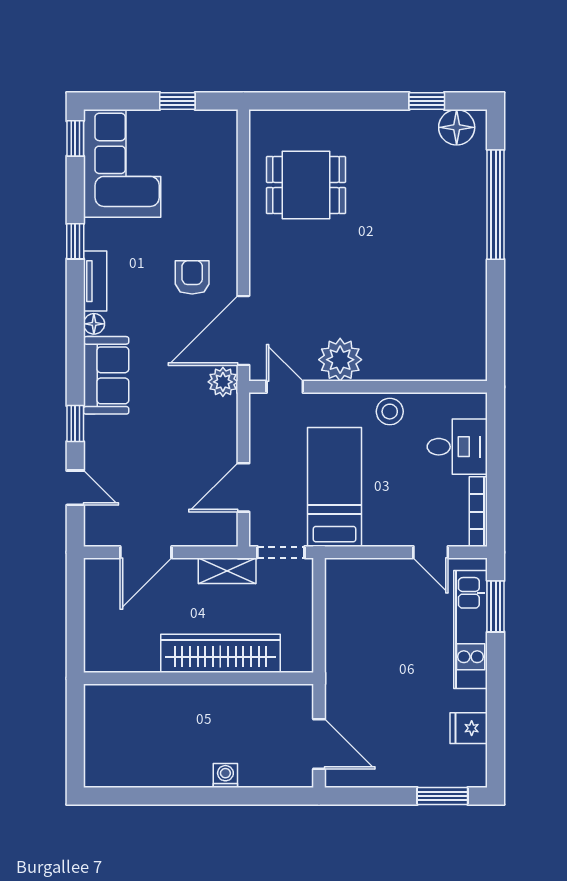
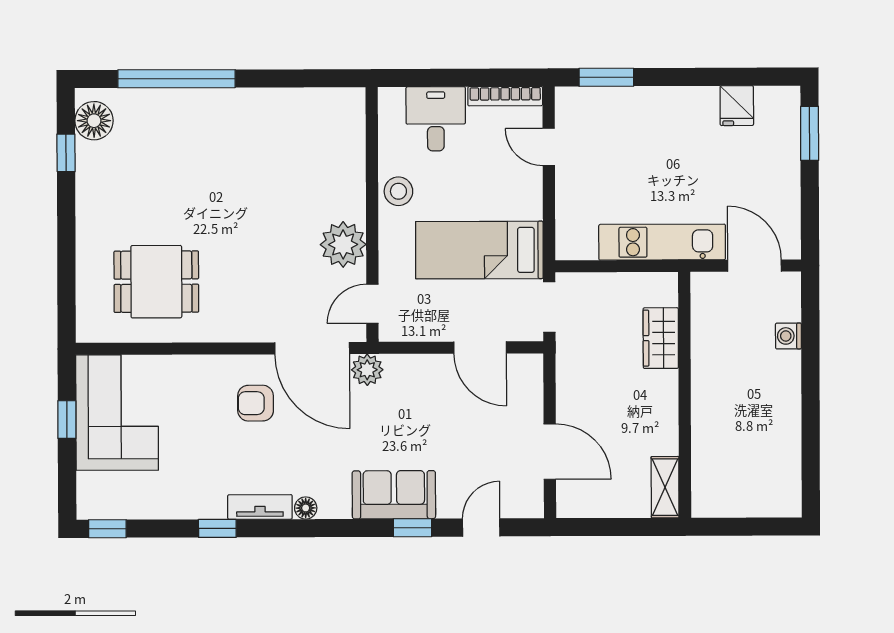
corner sofa: (122, 163) -> (117, 413), moved, turned 90
dining table: (306, 185) -> (156, 282), turned 90
sofa: (106, 375) -> (394, 495), moved
door: (431, 552) -> (549, 147), swing flipped
shelving: (227, 571) -> (665, 487), moved
kitchen unit: (471, 630) -> (662, 242), moved, turned 180
wardrobe: (220, 653) -> (661, 338), width x0.48, depth x0.85
door: (319, 744) -> (754, 266), hinge flipped
washing machine: (225, 776) -> (788, 336), moved

